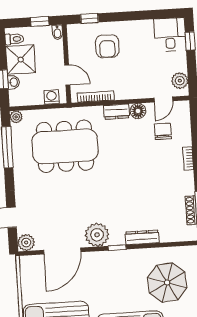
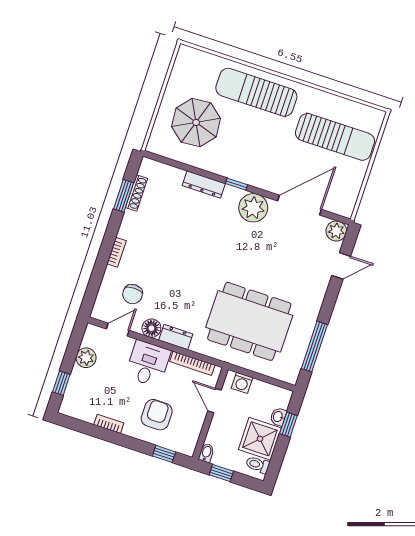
bookcase: (141, 24) -> (109, 424), added
desk: (170, 35) -> (148, 364), moved, turned 180
plant: (180, 81) -> (86, 358), moved
plant: (16, 117) -> (291, 376), removed

